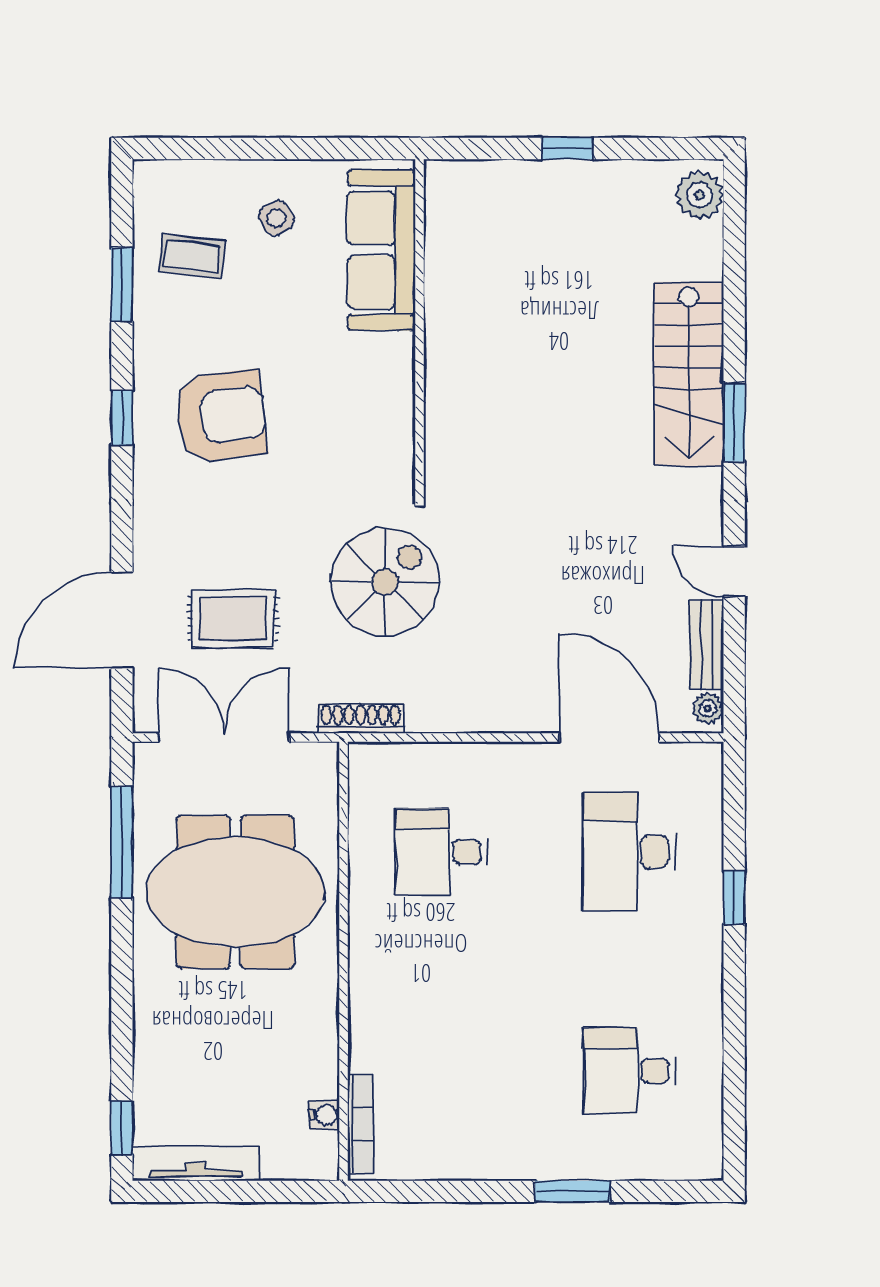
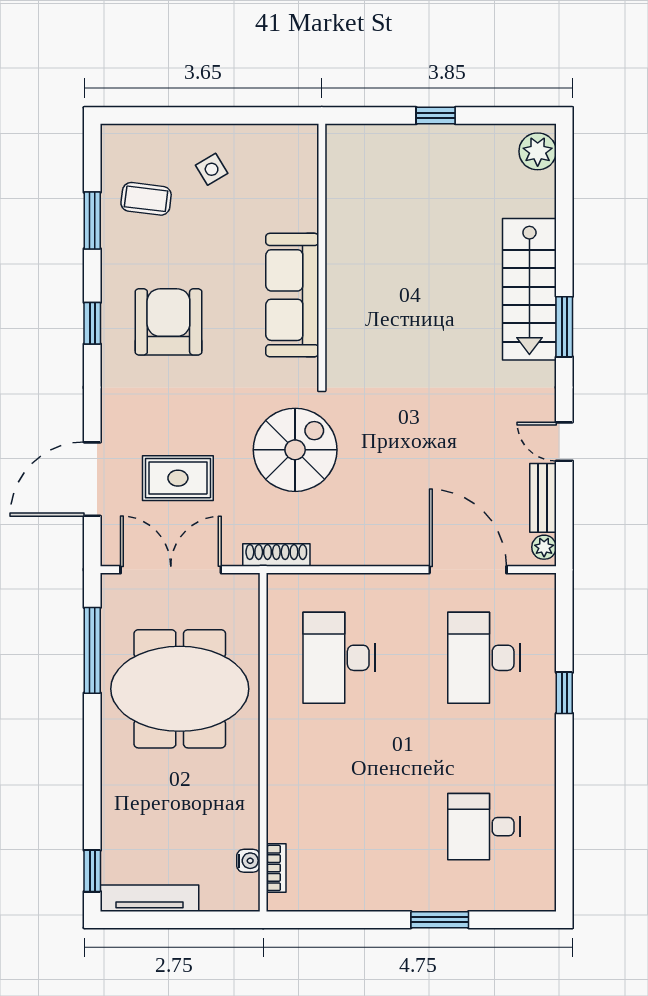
sofa: (381, 250) -> (292, 295), moved
armchair: (221, 416) -> (168, 322), turned -83
desk: (442, 852) -> (339, 658), width x1.37
bookcase: (360, 1124) -> (276, 868), width x0.64

